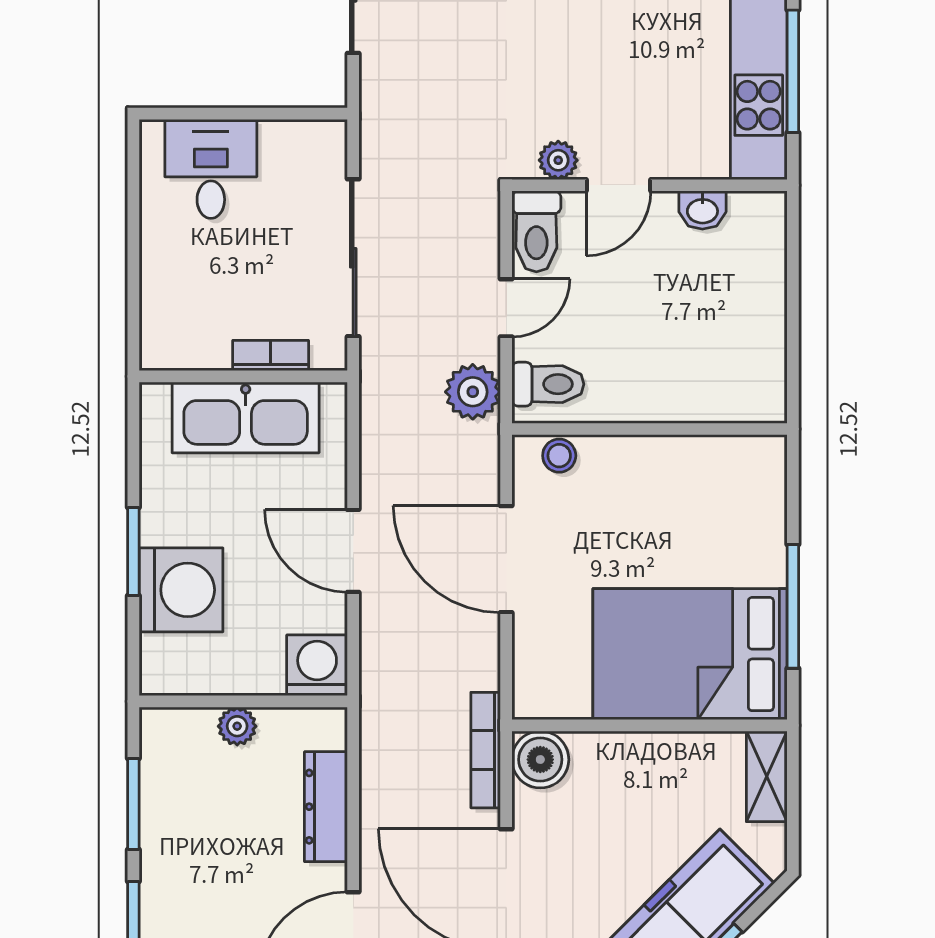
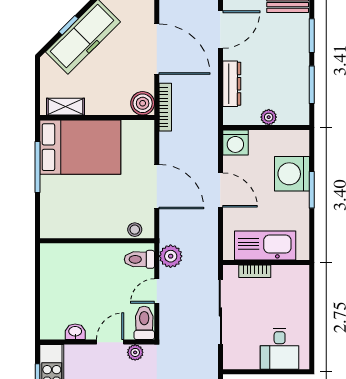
shelving: (767, 776) -> (66, 107), moved, turned 90

